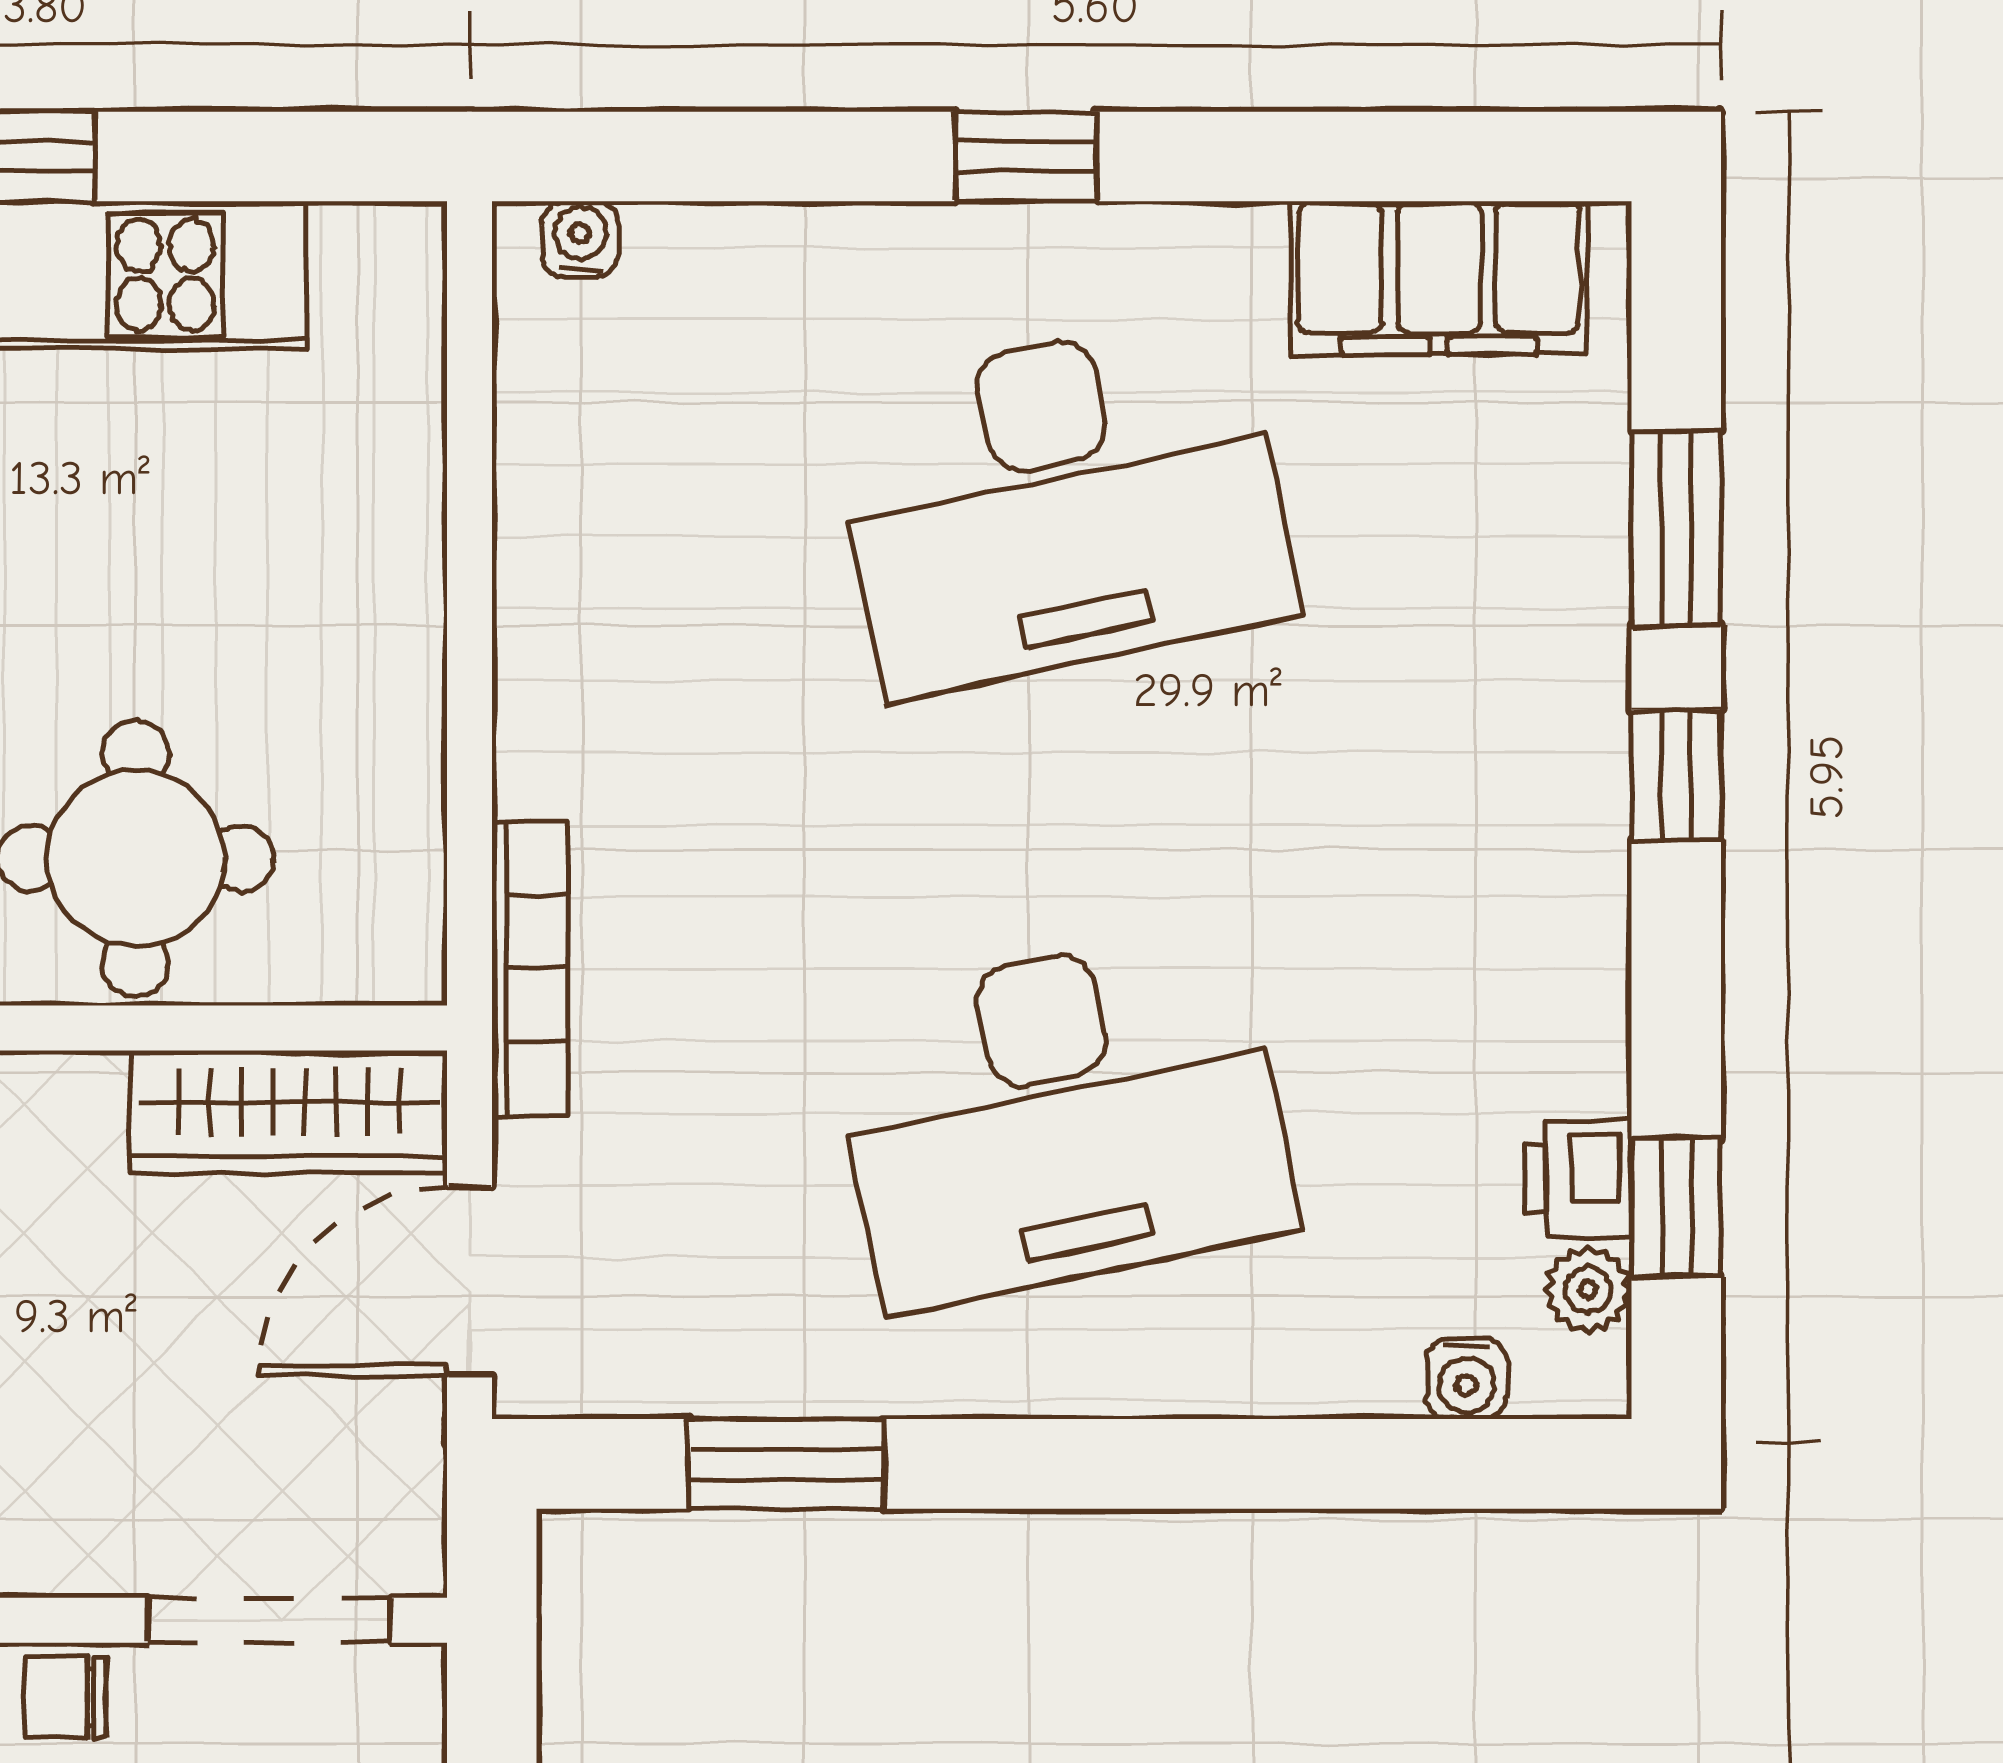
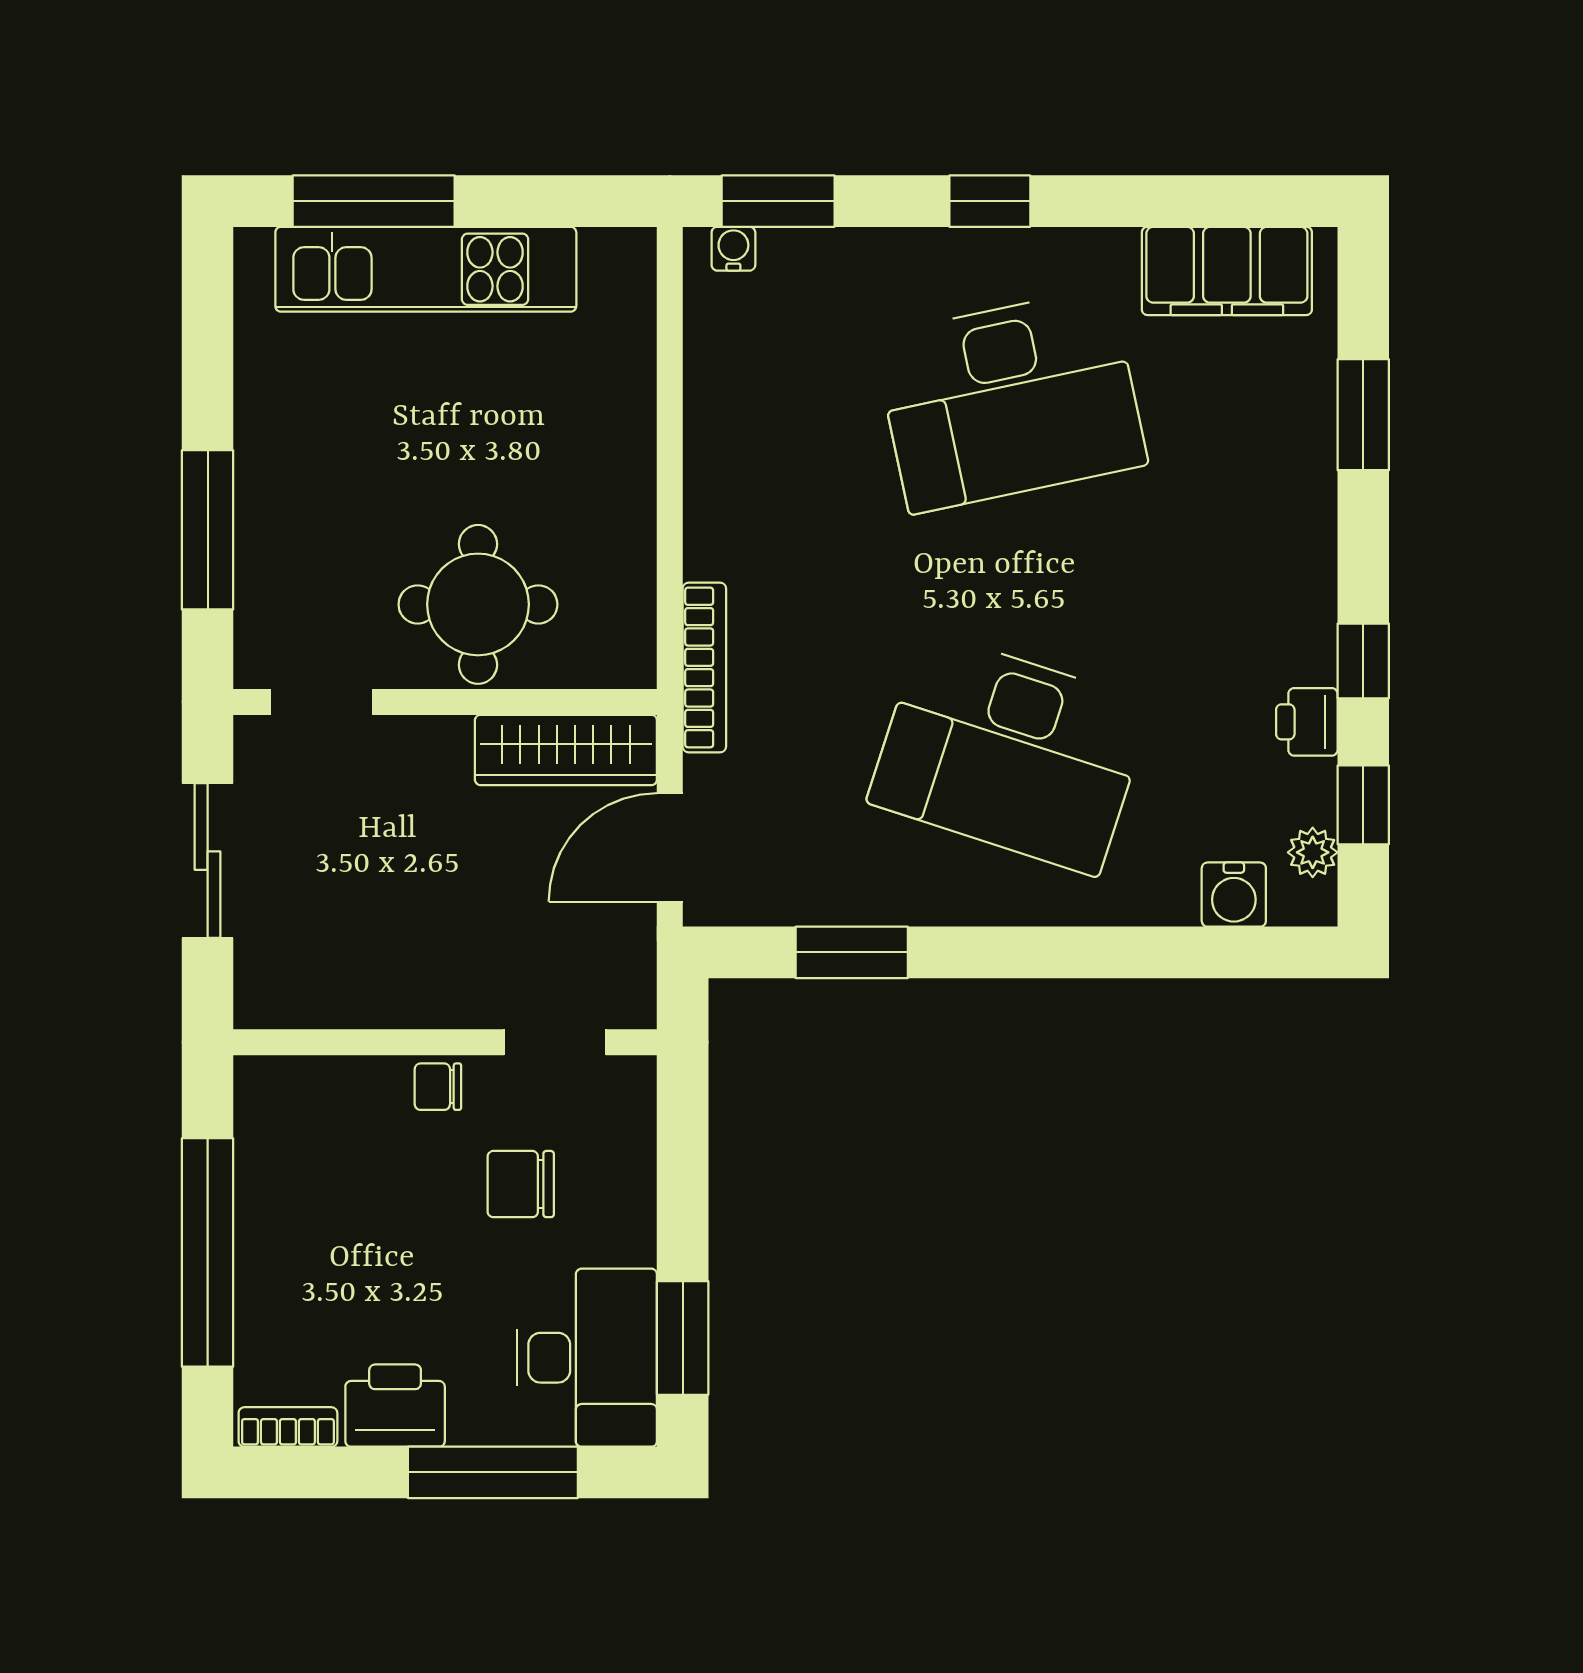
window: (658, 156) -> (778, 201), added
window: (1676, 775) -> (1363, 661), moved
desk: (1062, 1117) -> (1010, 753), turned 30
printer: (1578, 1179) -> (1307, 722), moved
water cooler: (1466, 1379) -> (1234, 895), width x1.38, depth x1.38
doorway: (270, 1620) -> (555, 1042), width x0.73

